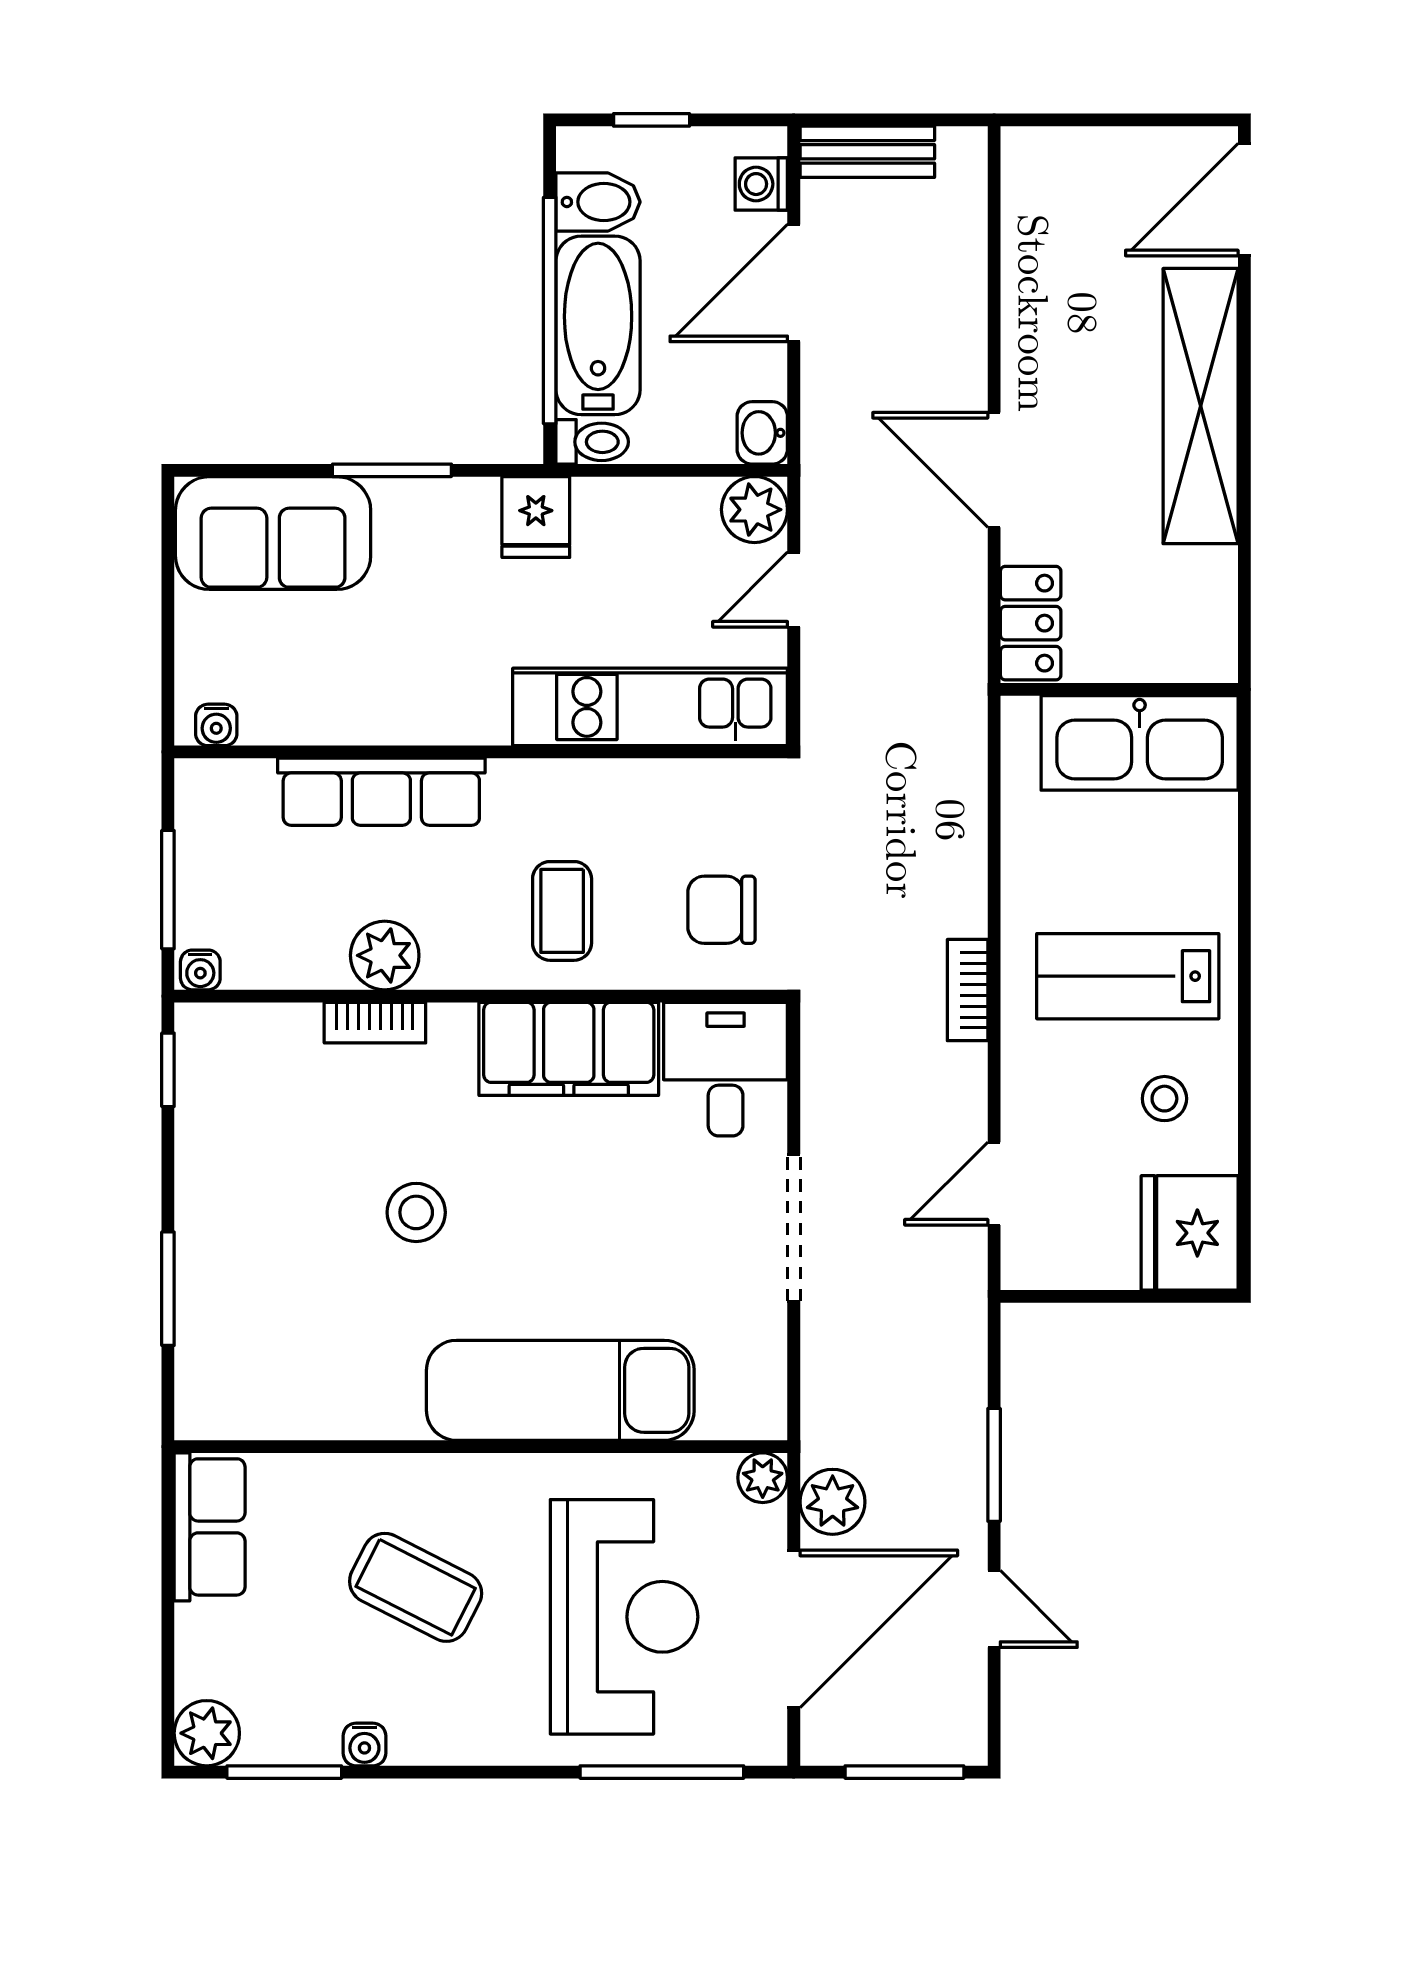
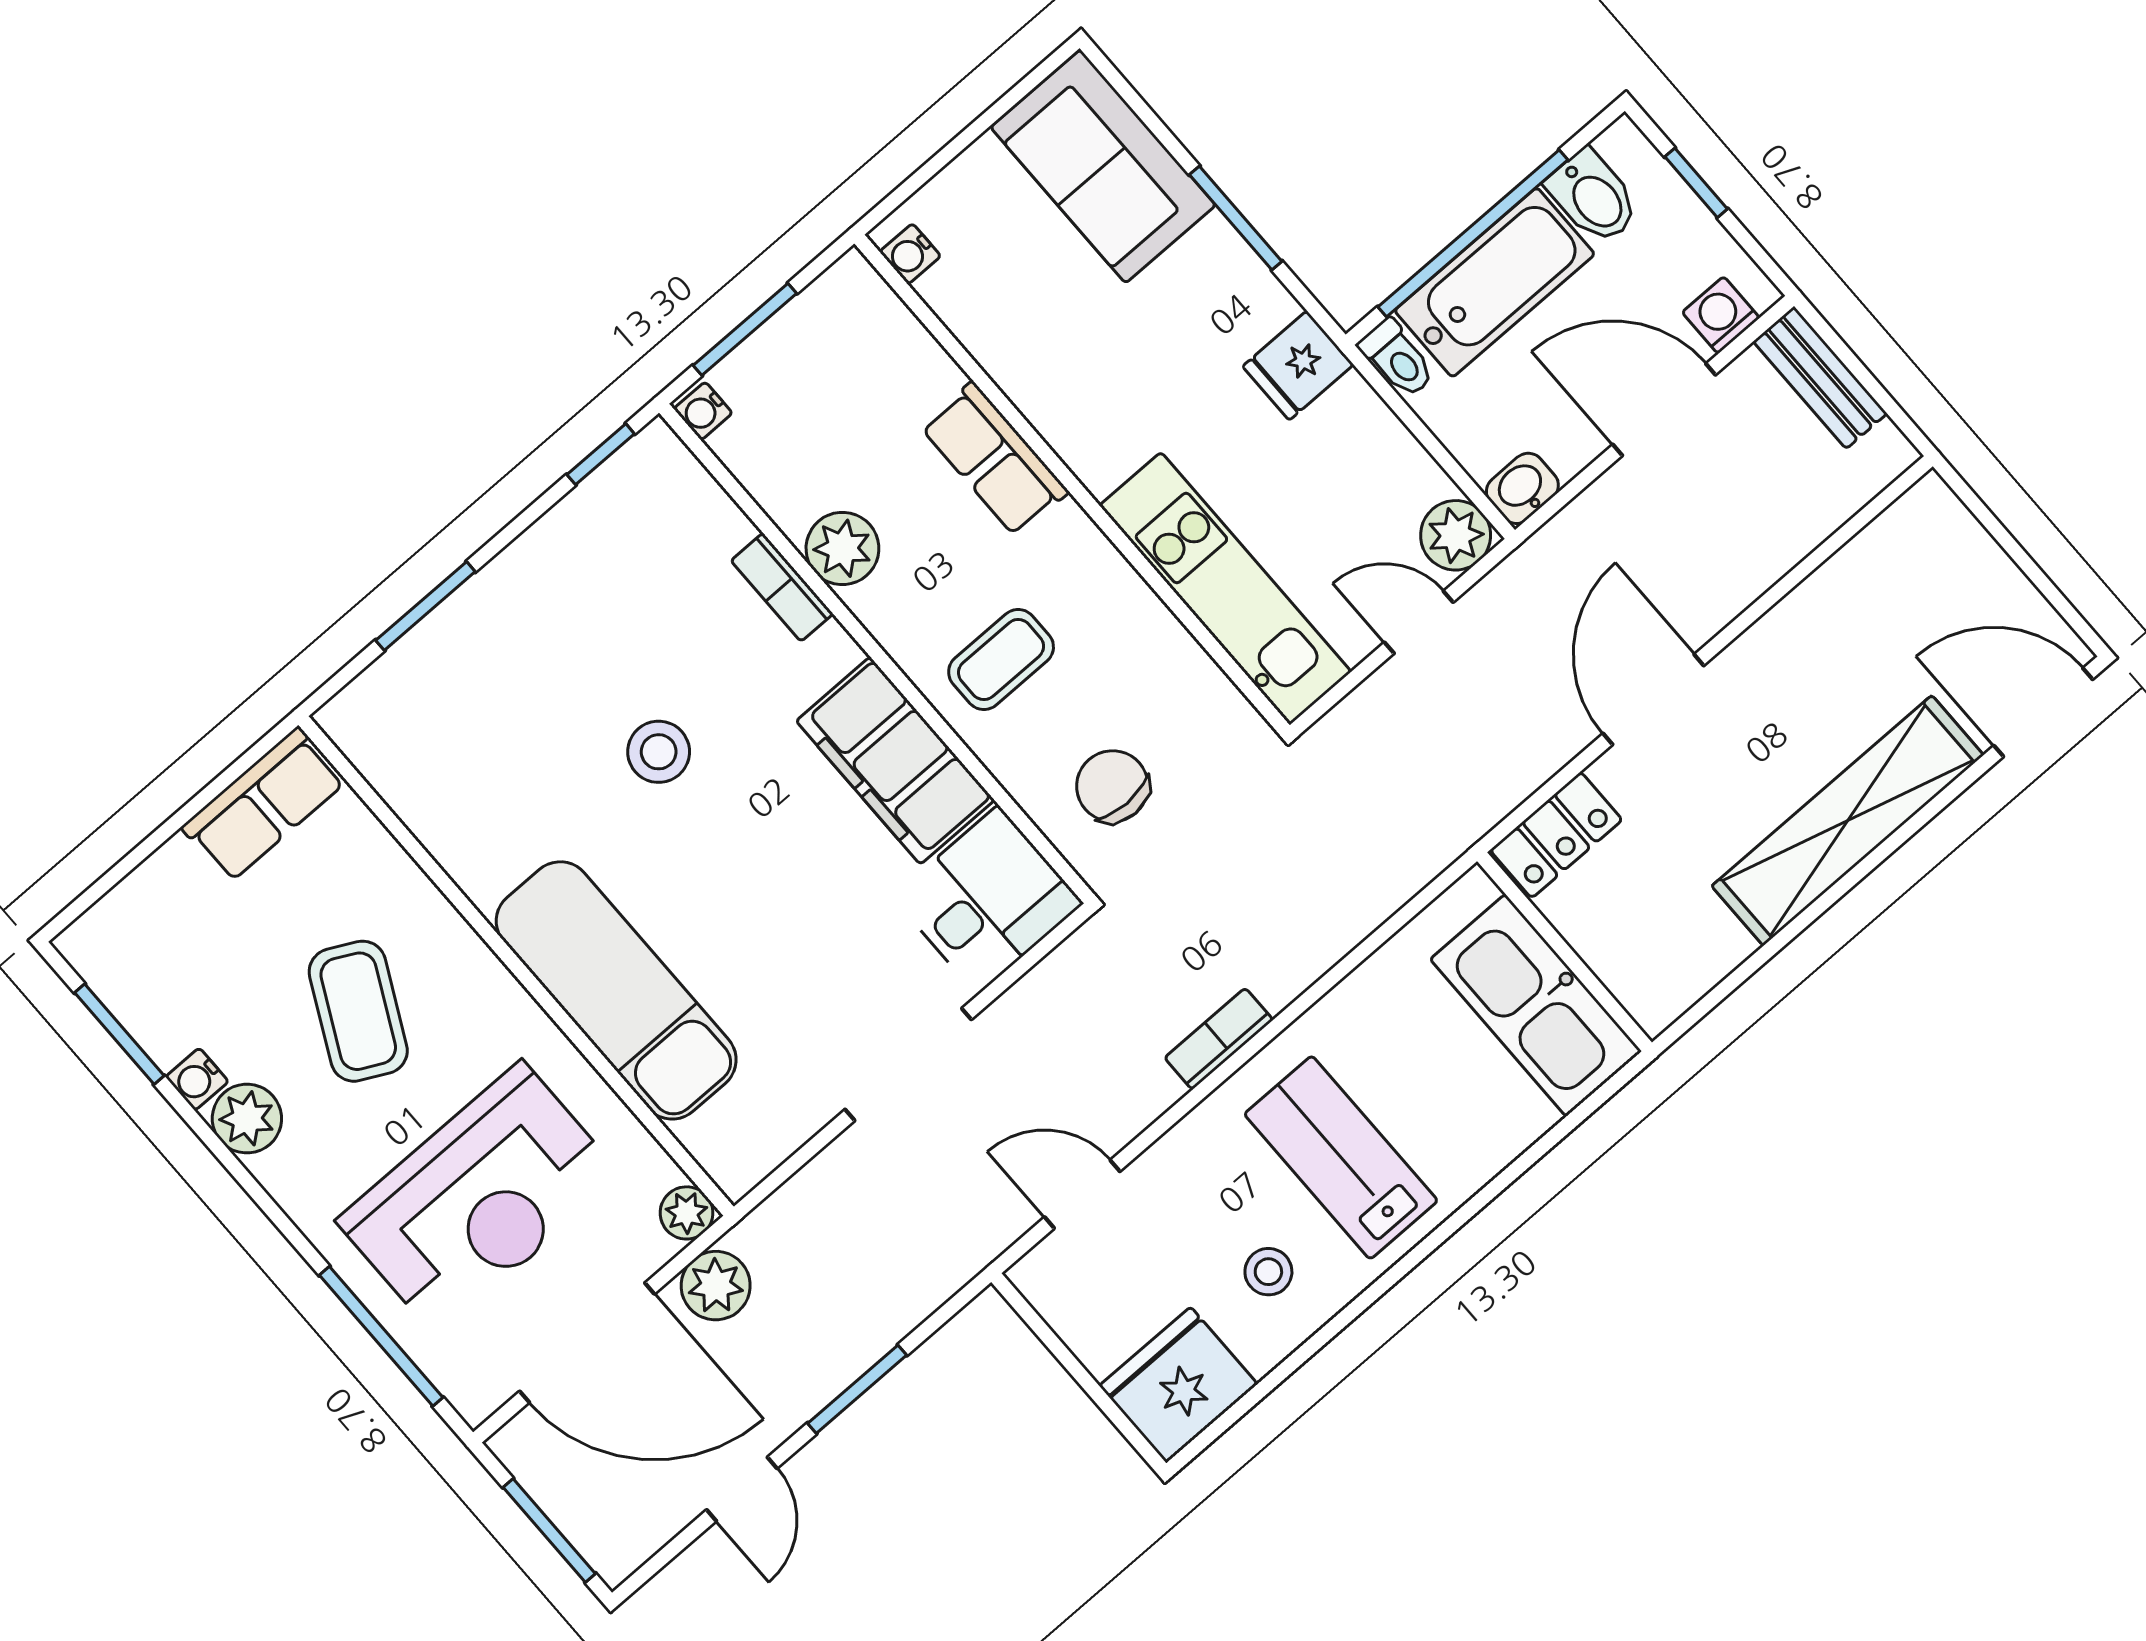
row of seats: (381, 792) -> (994, 459), width x0.68
plant: (207, 1733) -> (247, 1119), moved

